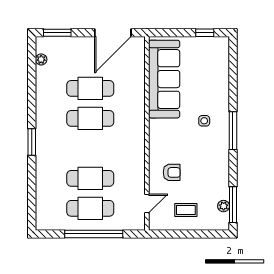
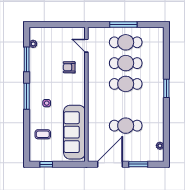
window: (57, 33) -> (138, 164), moved
cafe table: (90, 118) -> (126, 84), moved
door: (147, 204) -> (86, 46), hinge flipped
window: (233, 205) -> (27, 59), moved
coffee table: (186, 210) -> (43, 134), moved
window: (94, 234) -> (123, 24), width x0.68

